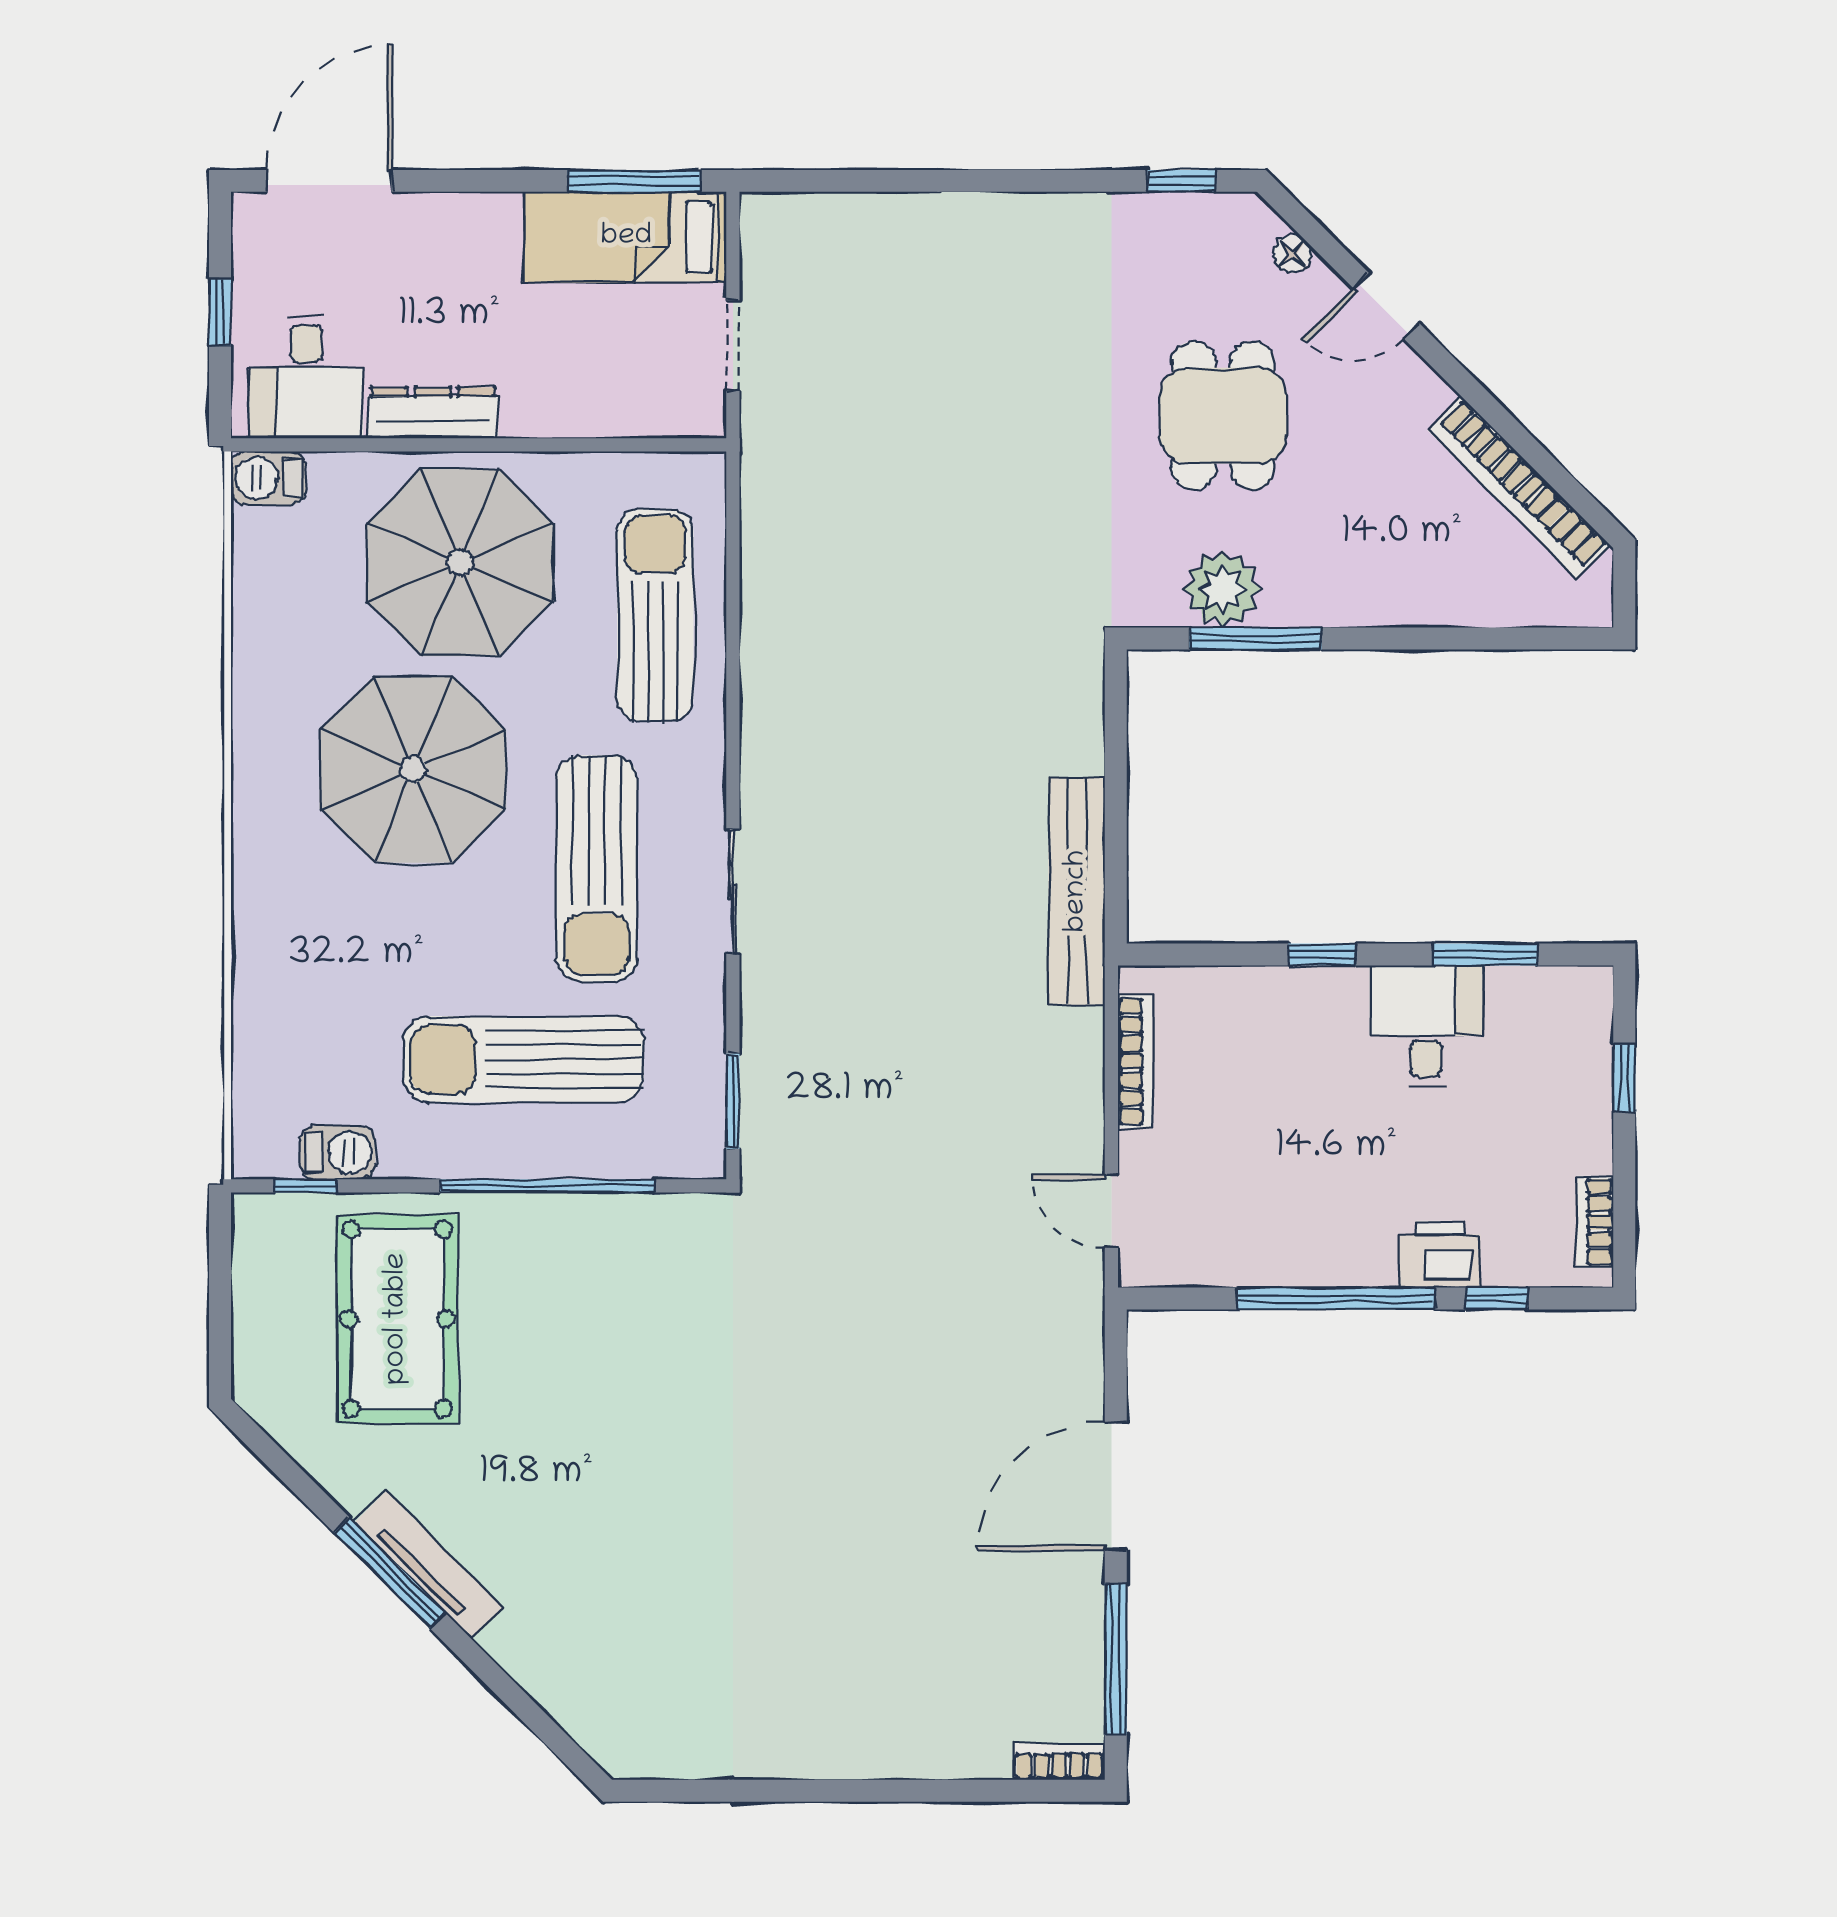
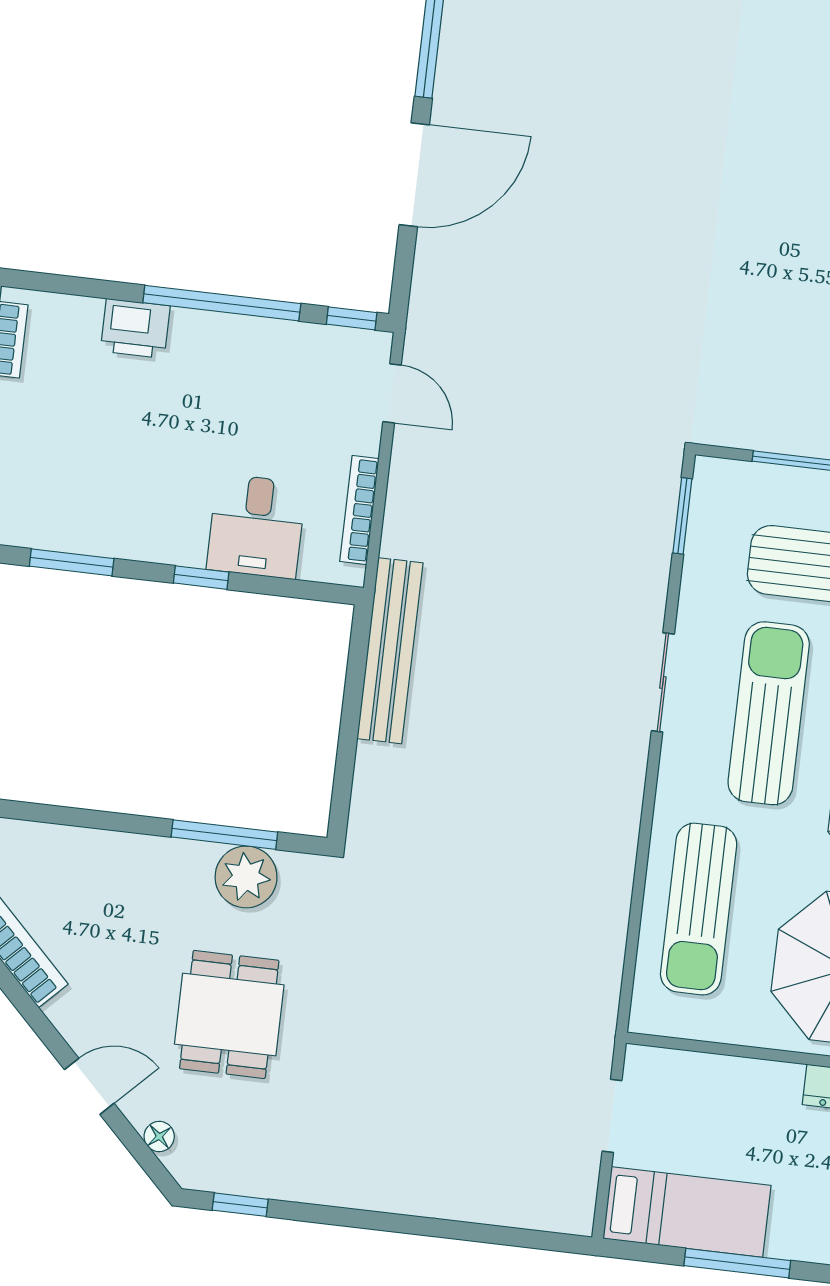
window: (634, 181) -> (737, 1263), moved
desk: (1426, 1026) -> (256, 526), moved
window: (1497, 1298) -> (352, 318), moved

